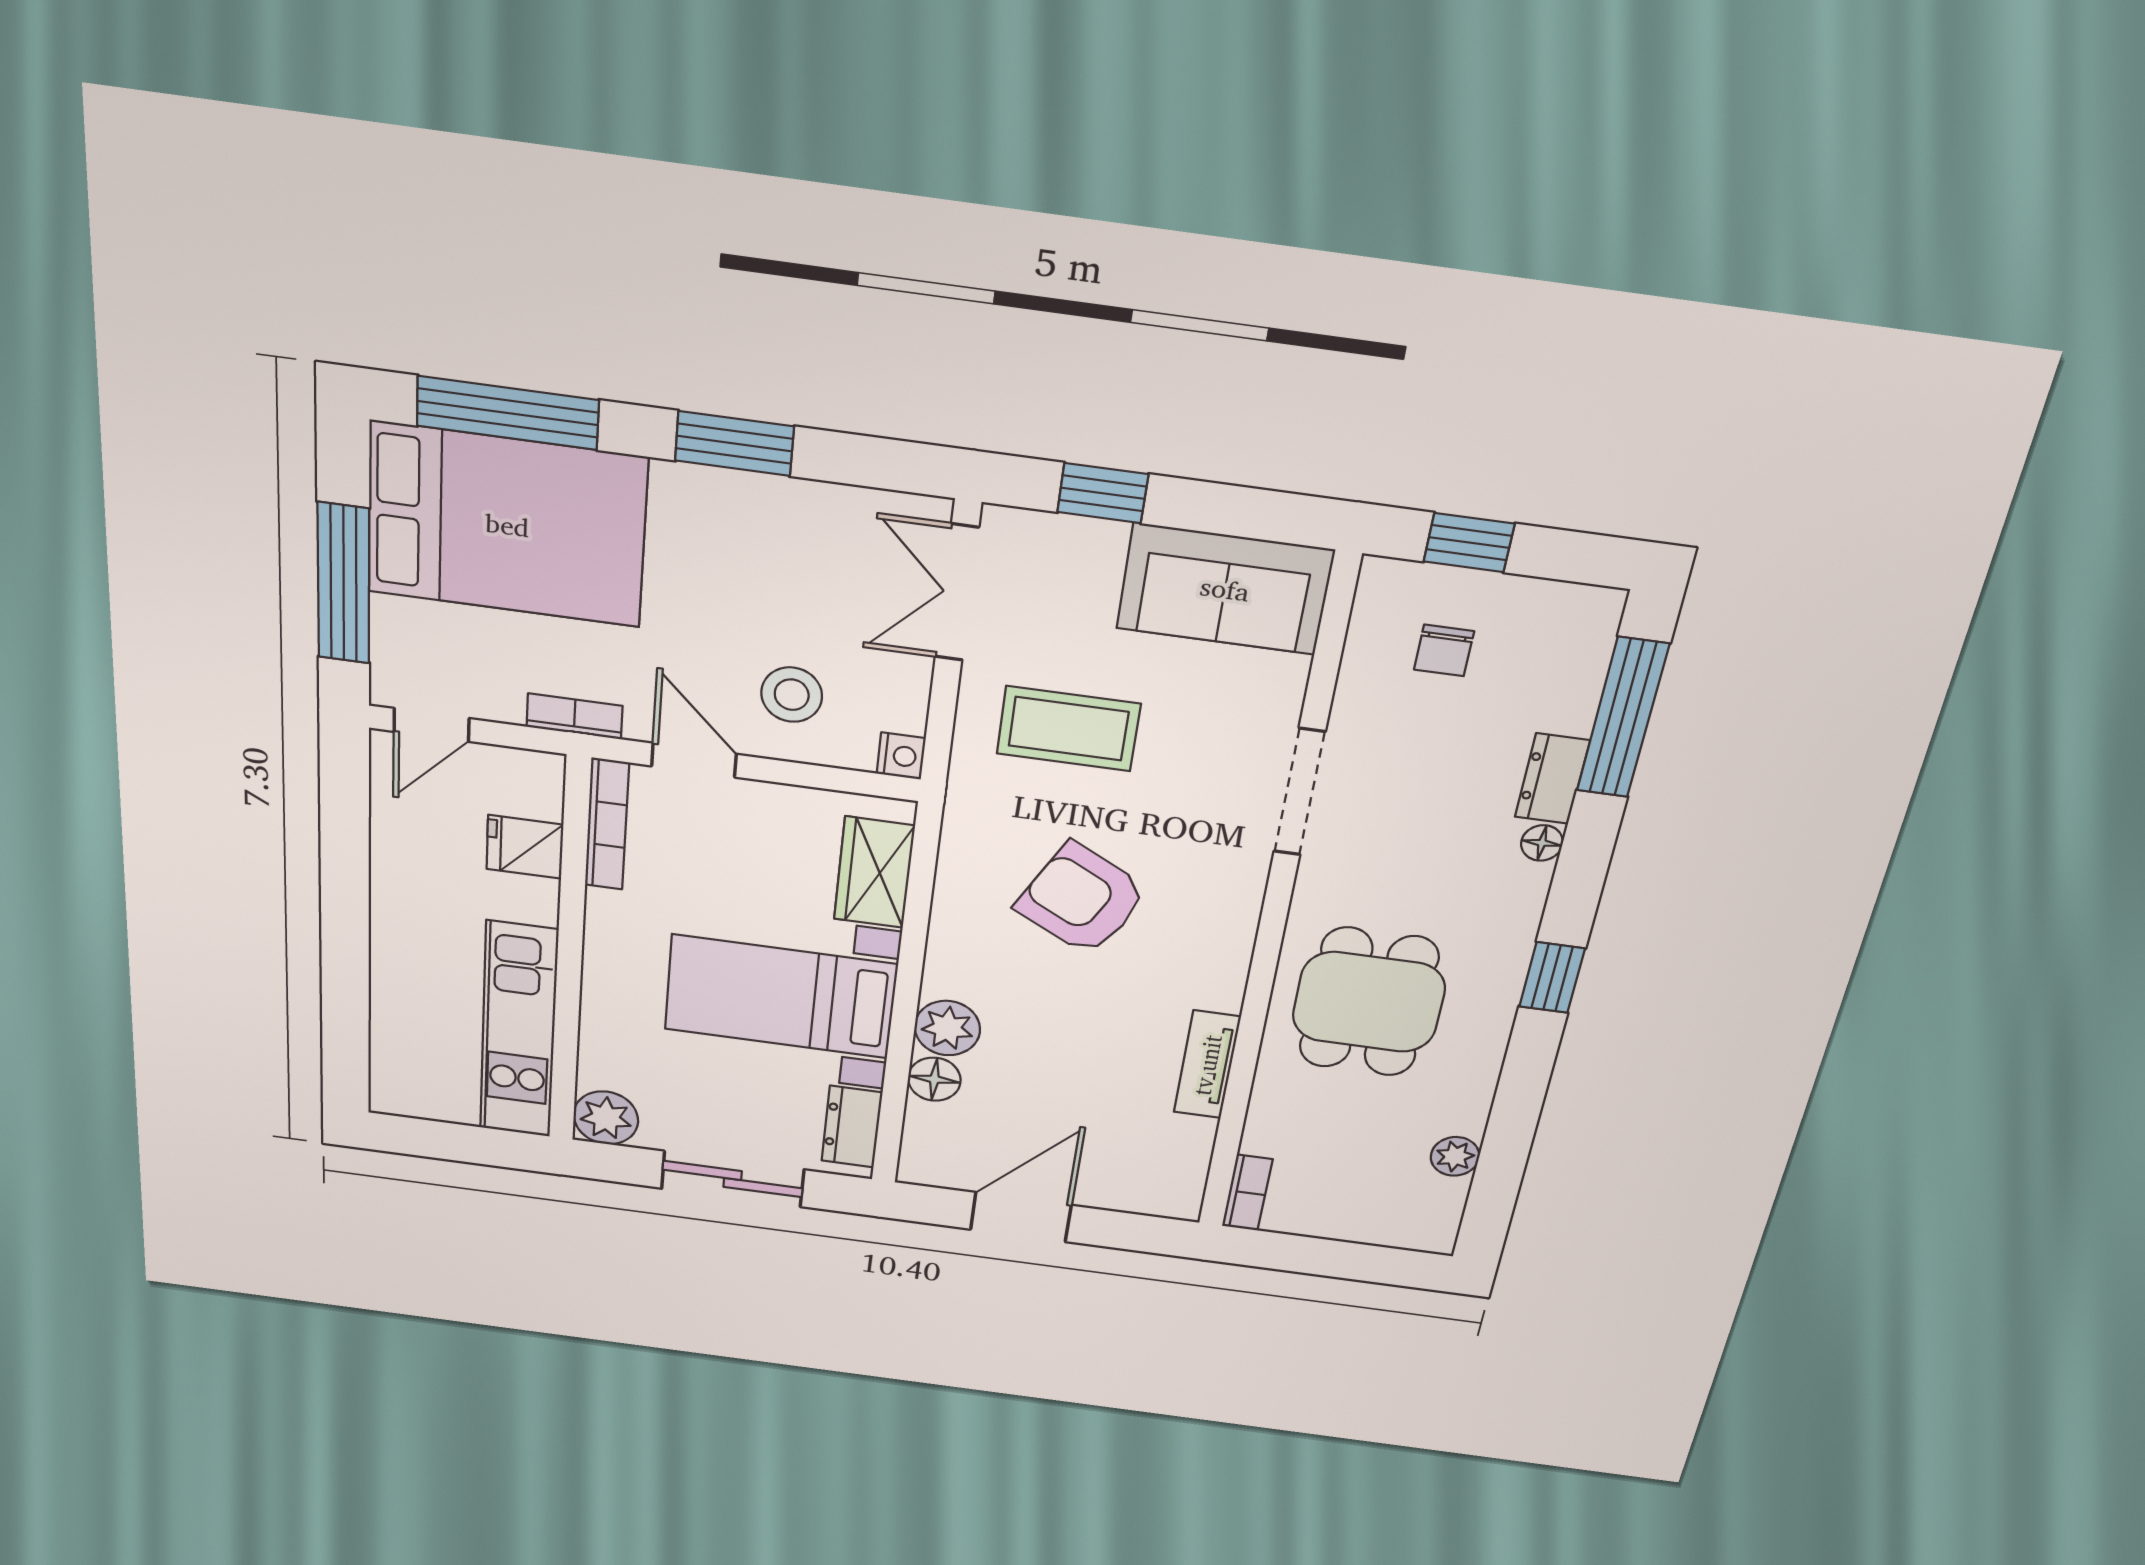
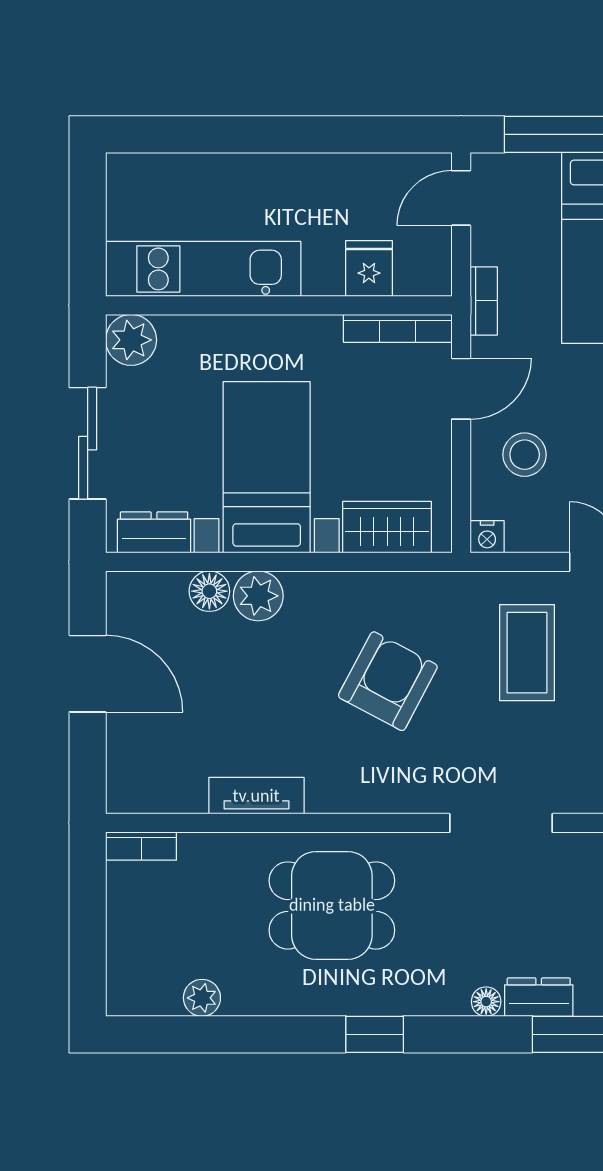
door: (432, 725) -> (461, 198), hinge flipped

